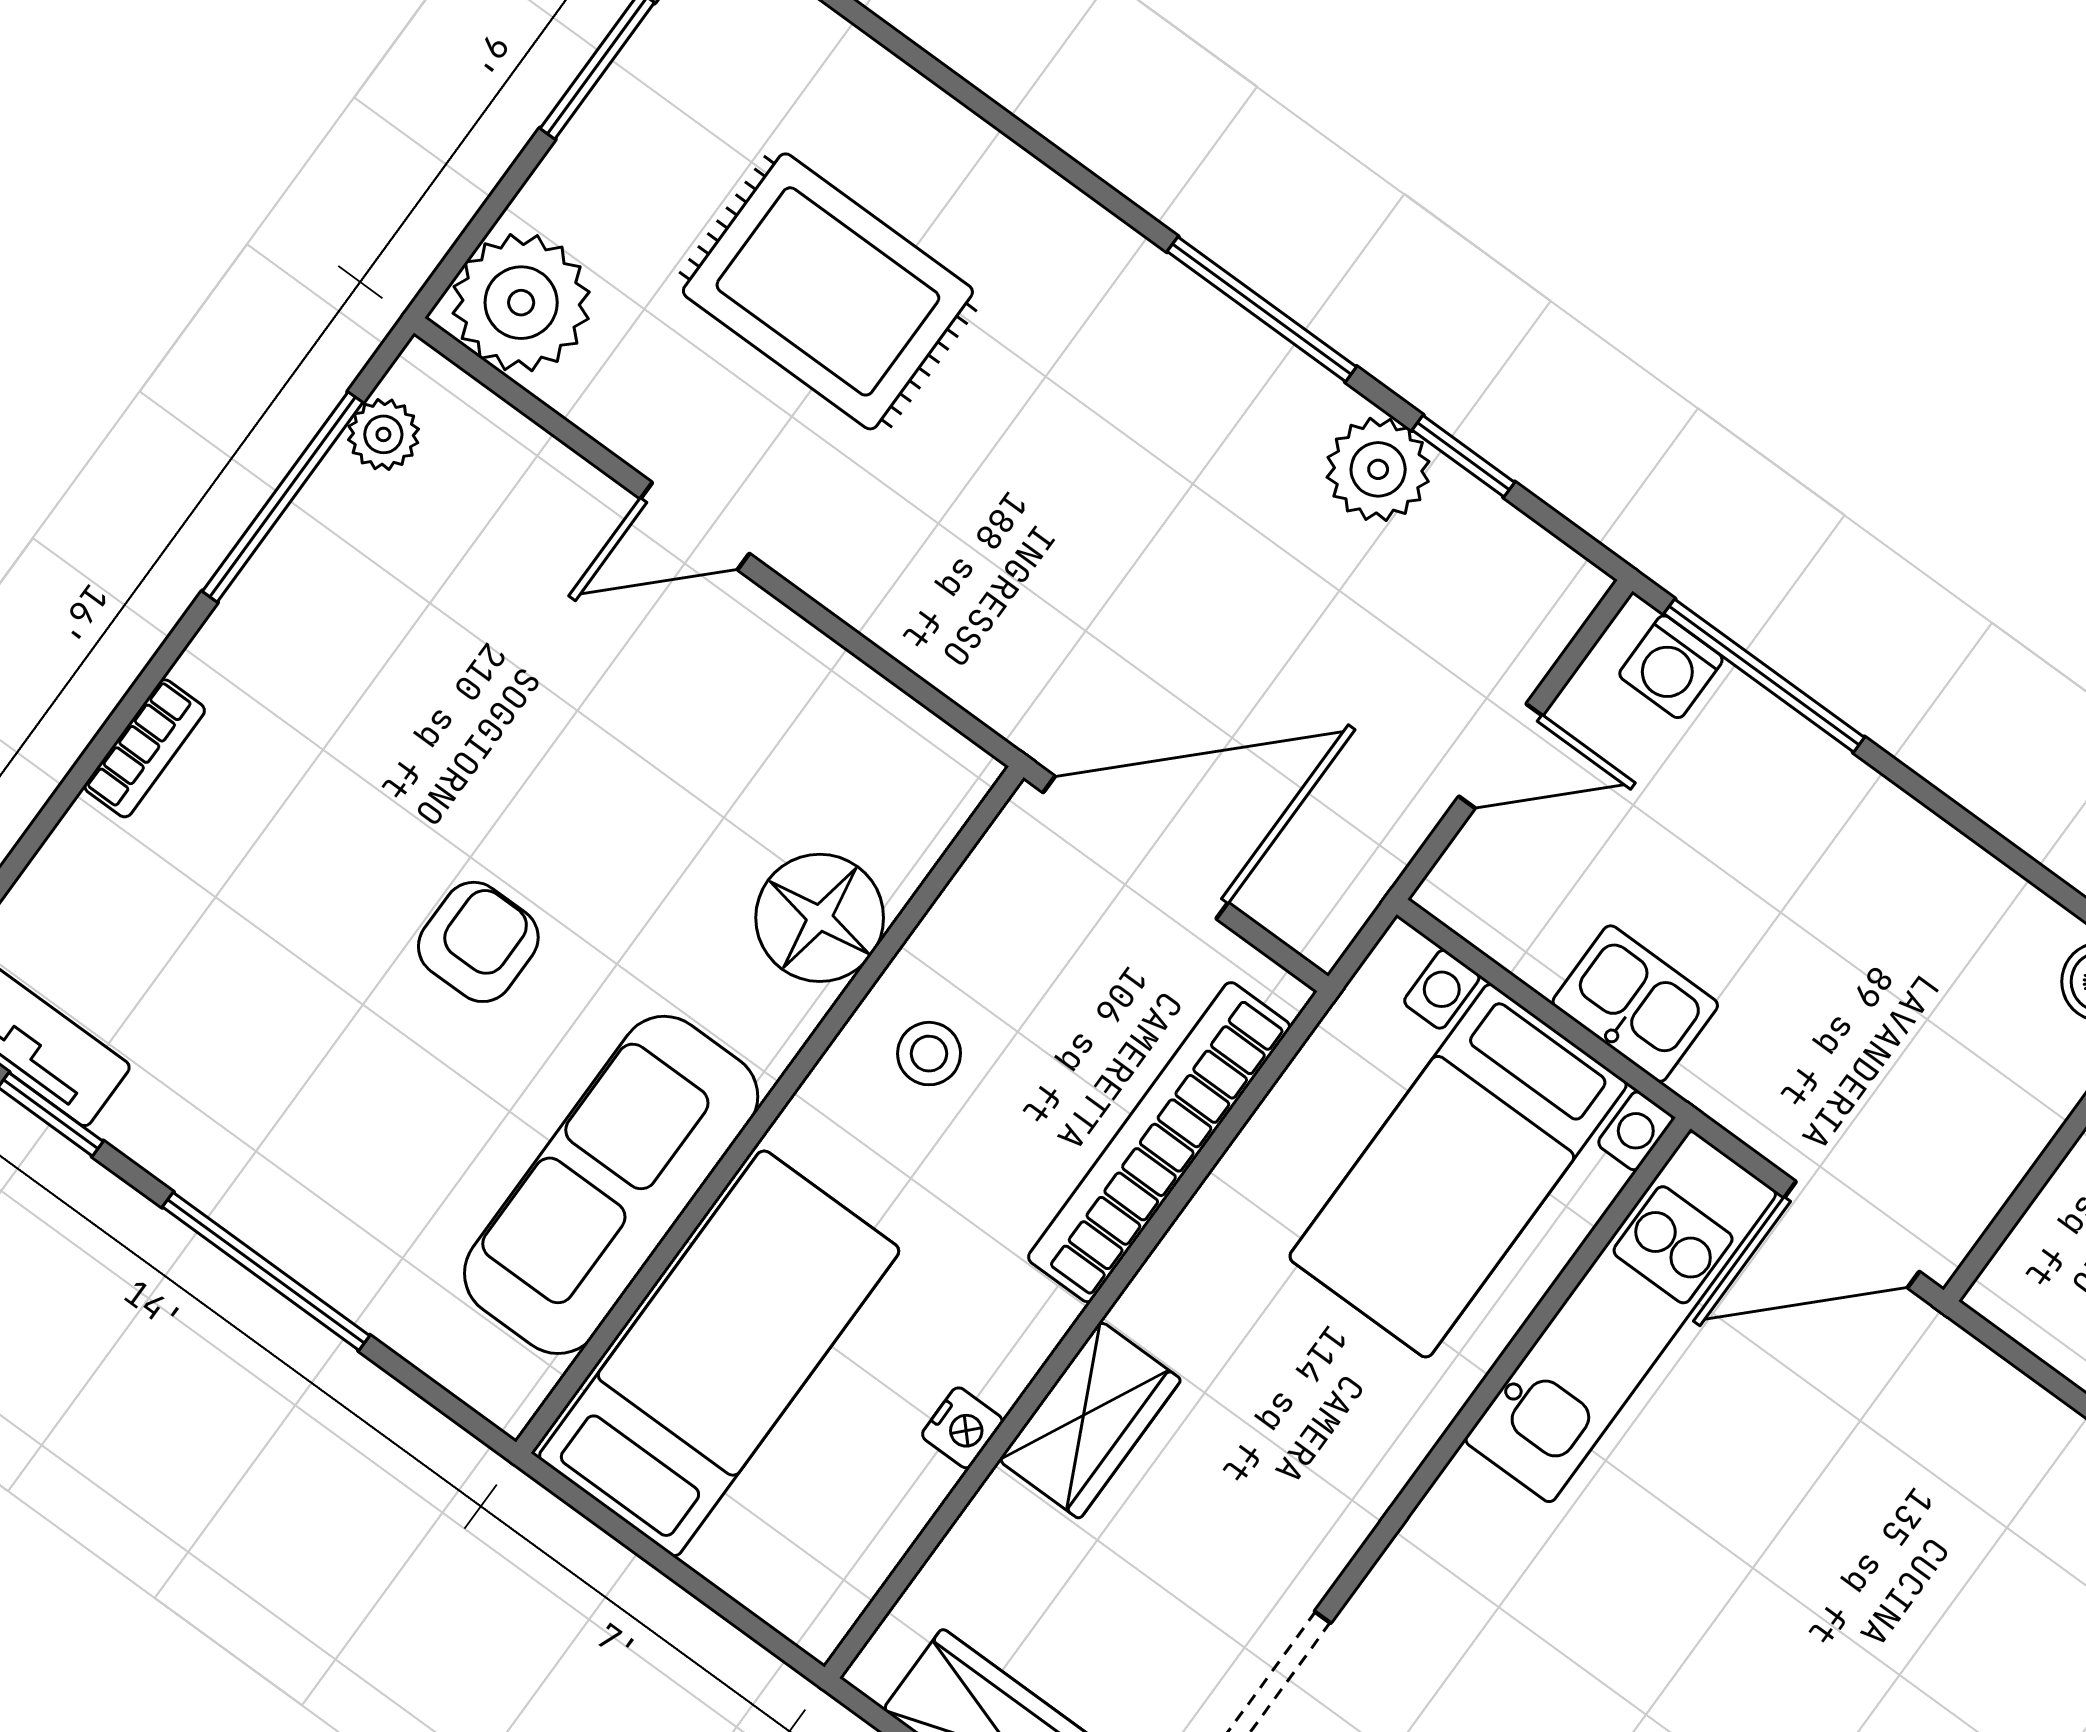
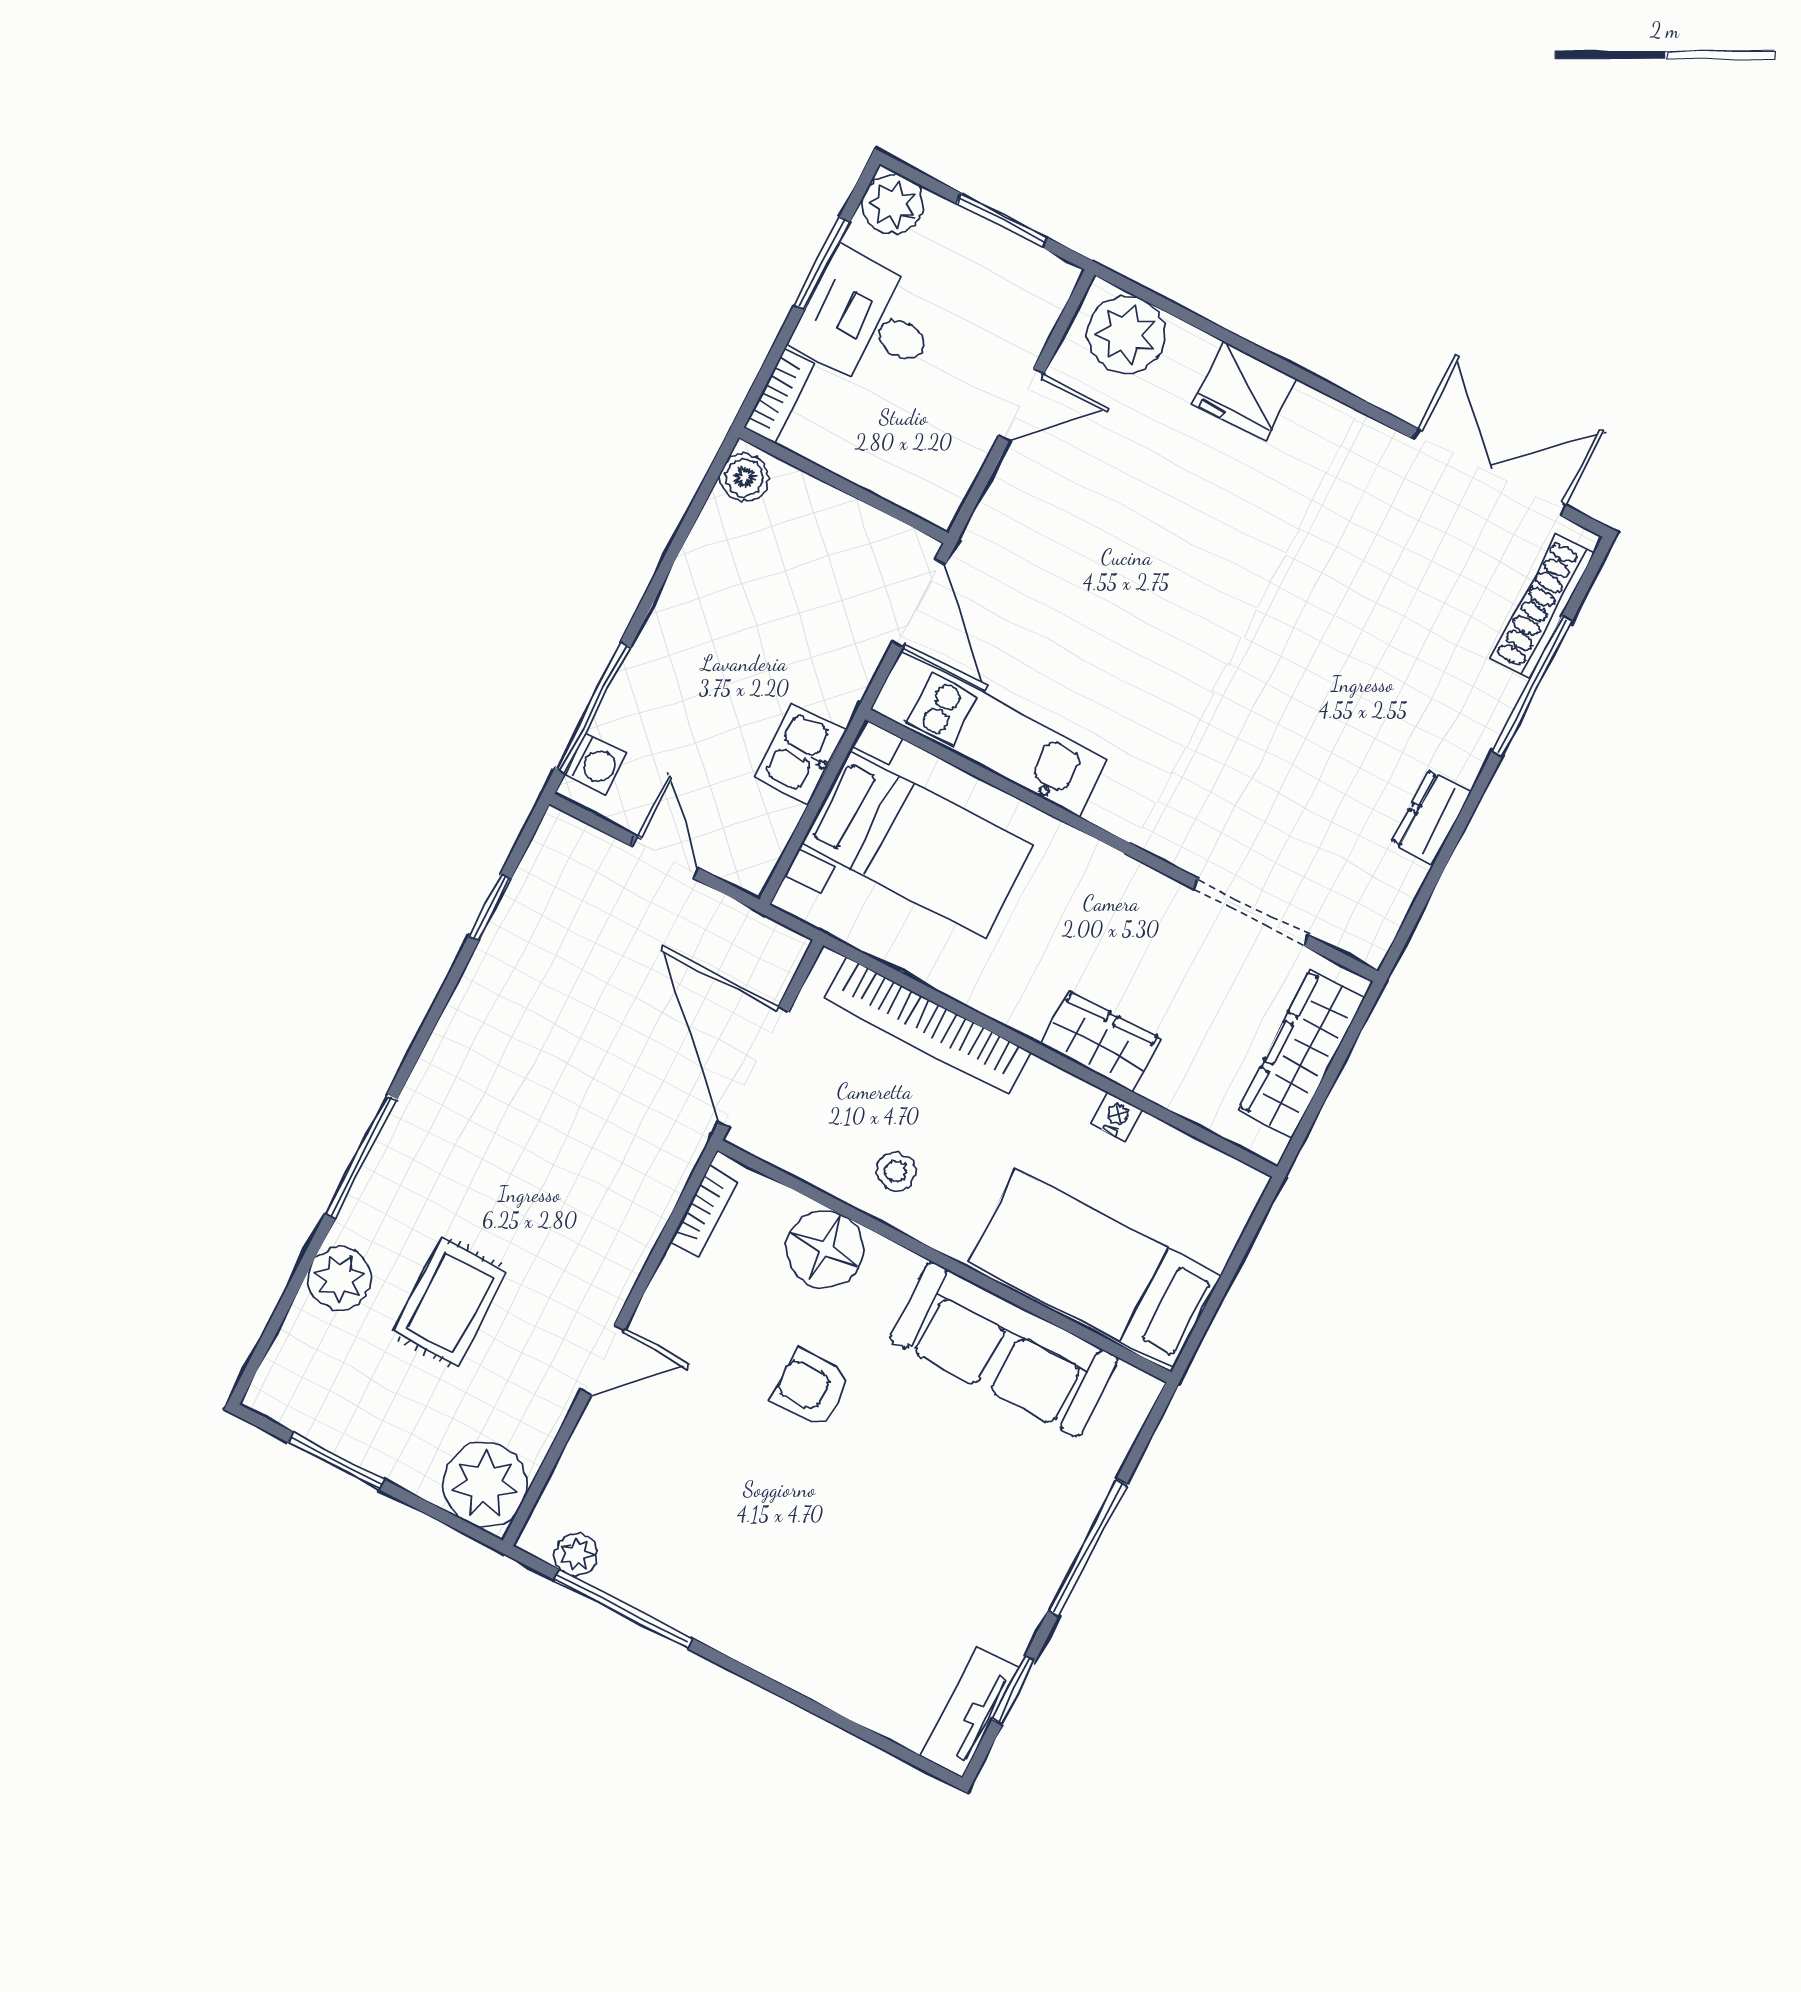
rug: (828, 291) -> (450, 1302), width x0.73, depth x0.70
window: (1262, 309) -> (361, 1156), moved
plant: (1378, 469) -> (340, 1278), moved
door: (695, 526) -> (603, 1360), hinge flipped
bookcase: (145, 748) -> (704, 1211), moved, turned 90
armchair: (478, 942) -> (811, 1388), moved

